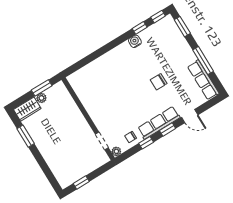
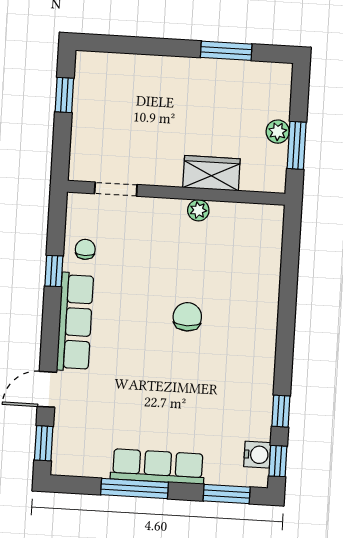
water cooler: (135, 41) -> (257, 455), moved
row of seats: (203, 80) -> (158, 467), moved
chair: (159, 82) -> (187, 317), moved
wardrobe: (27, 109) -> (211, 173), moved, turned 90
window: (168, 130) -> (44, 443), moved
plant: (116, 151) -> (198, 210), moved

